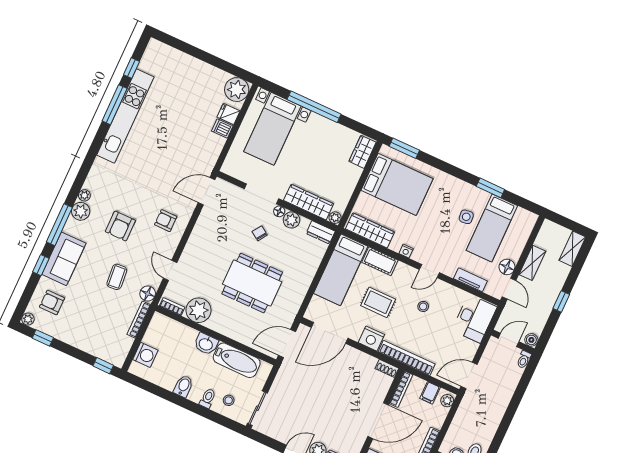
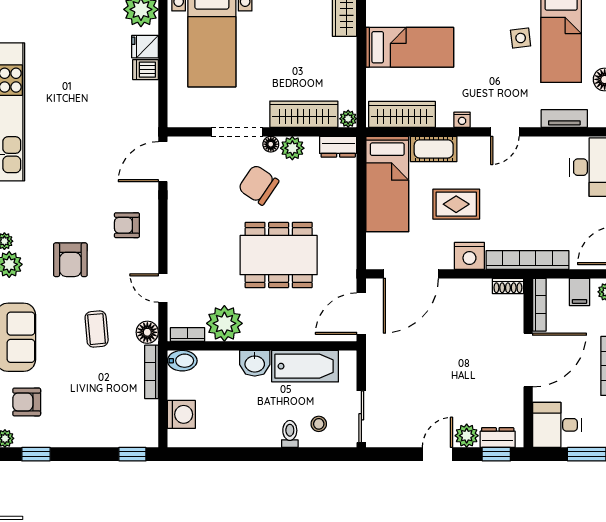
bed: (397, 184) -> (410, 47), width x0.67
chair: (260, 233) -> (258, 185), width x1.87, depth x1.87
stool: (423, 306) -> (518, 182), removed
bidet: (183, 386) -> (182, 361), moved, turned 90

